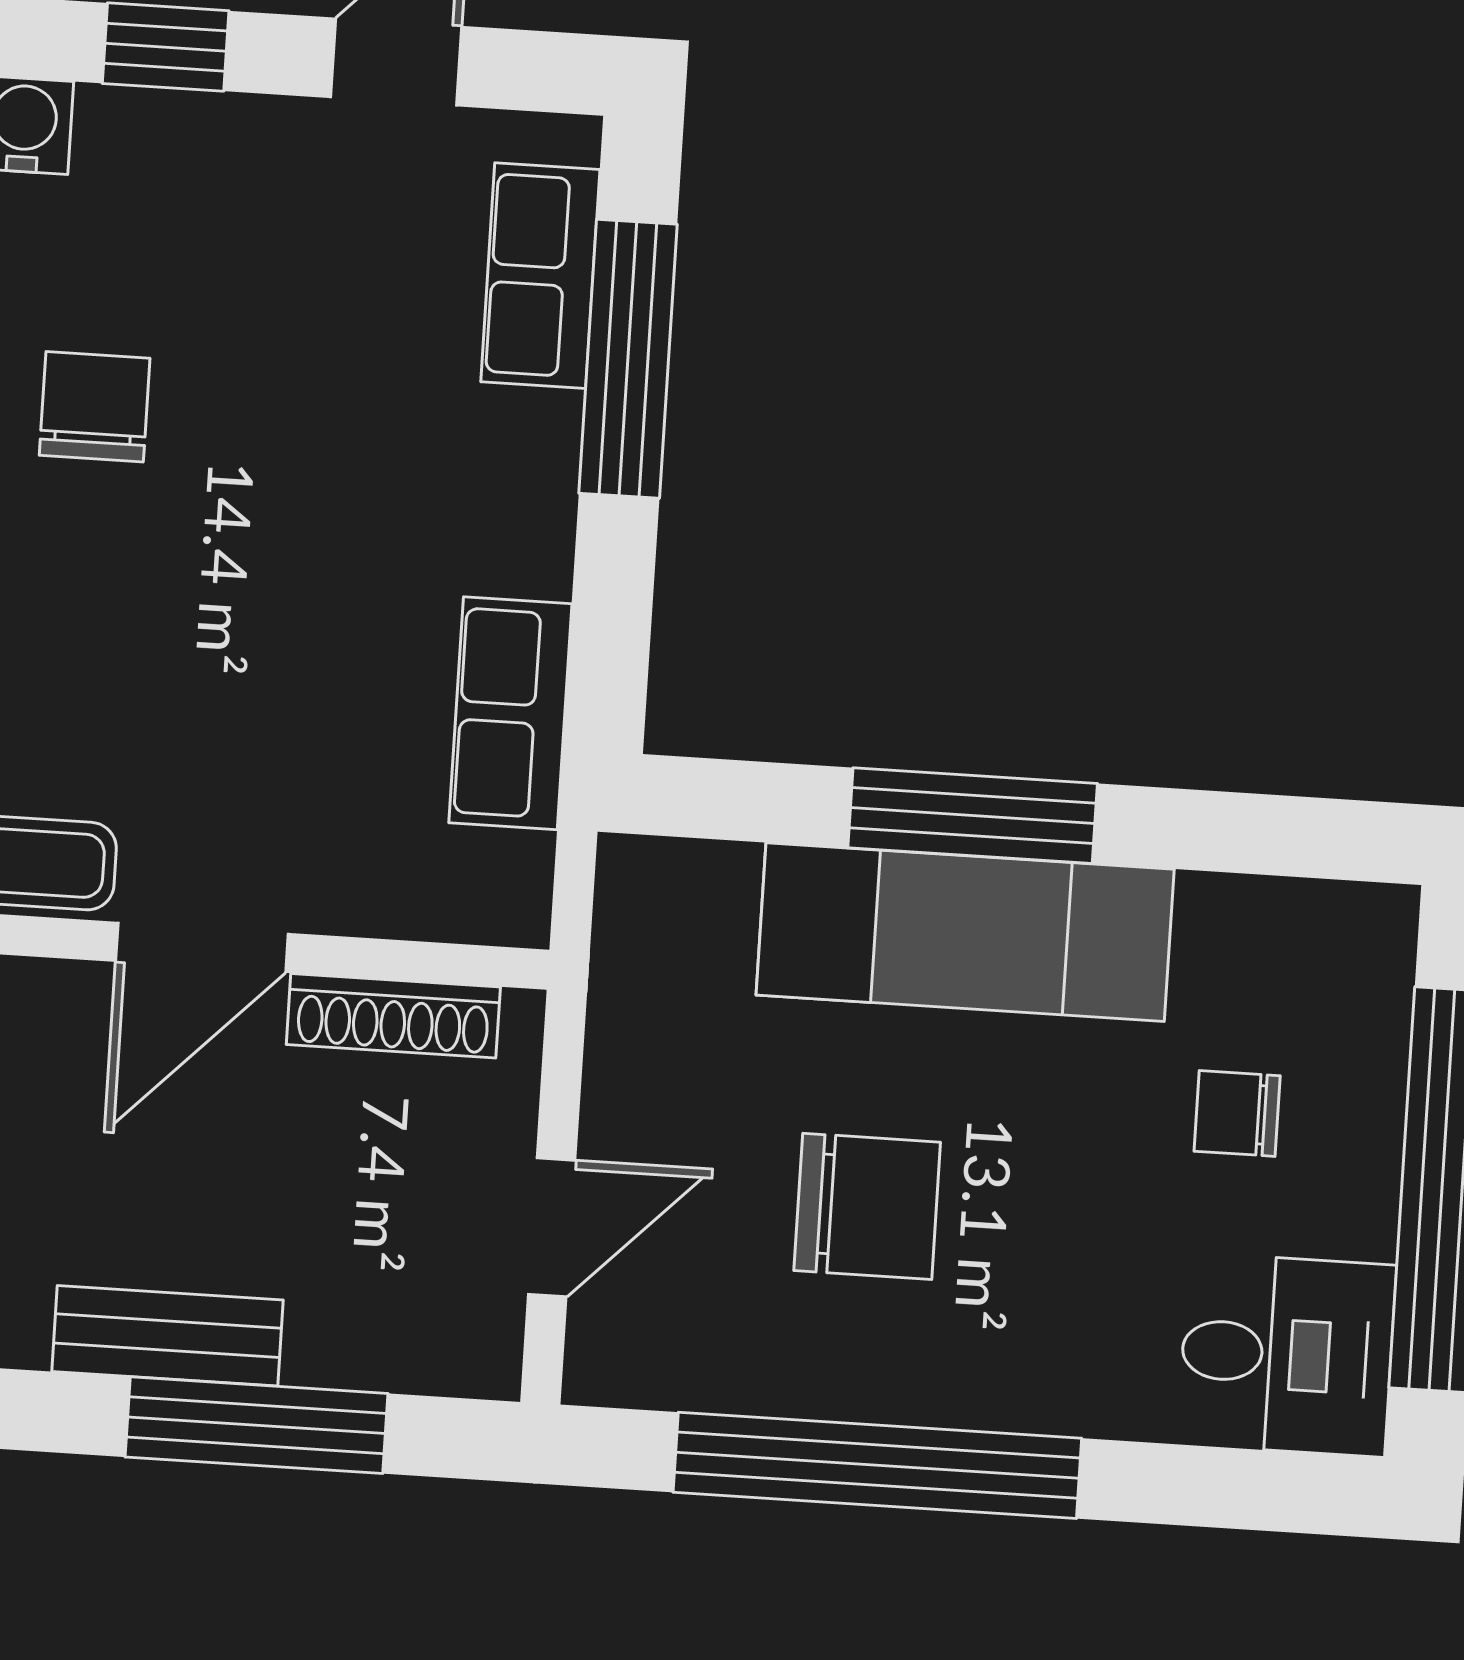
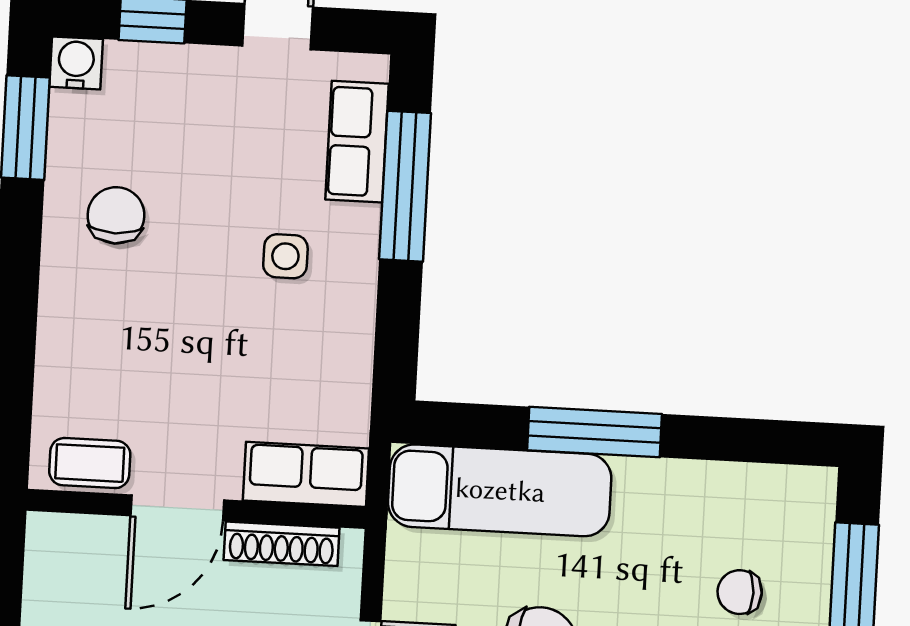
side table: (406, 486) -> (285, 256), added
row of seats: (510, 713) -> (306, 474), moved, turned 90
exam couch: (965, 932) -> (500, 490), moved

